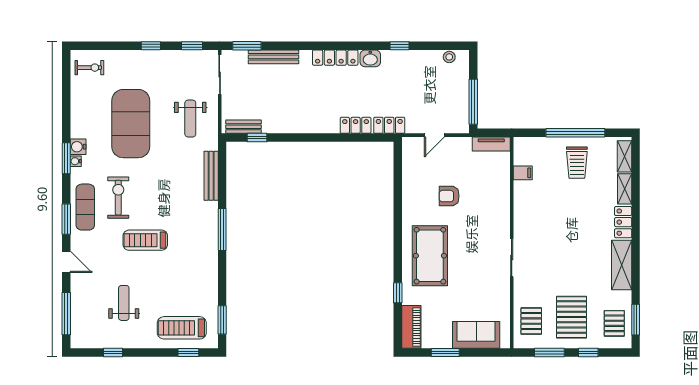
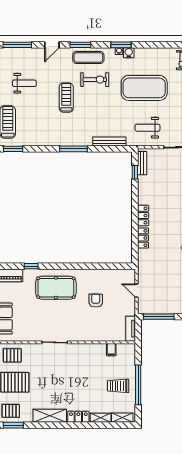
locker: (389, 125) -> (143, 216), moved

